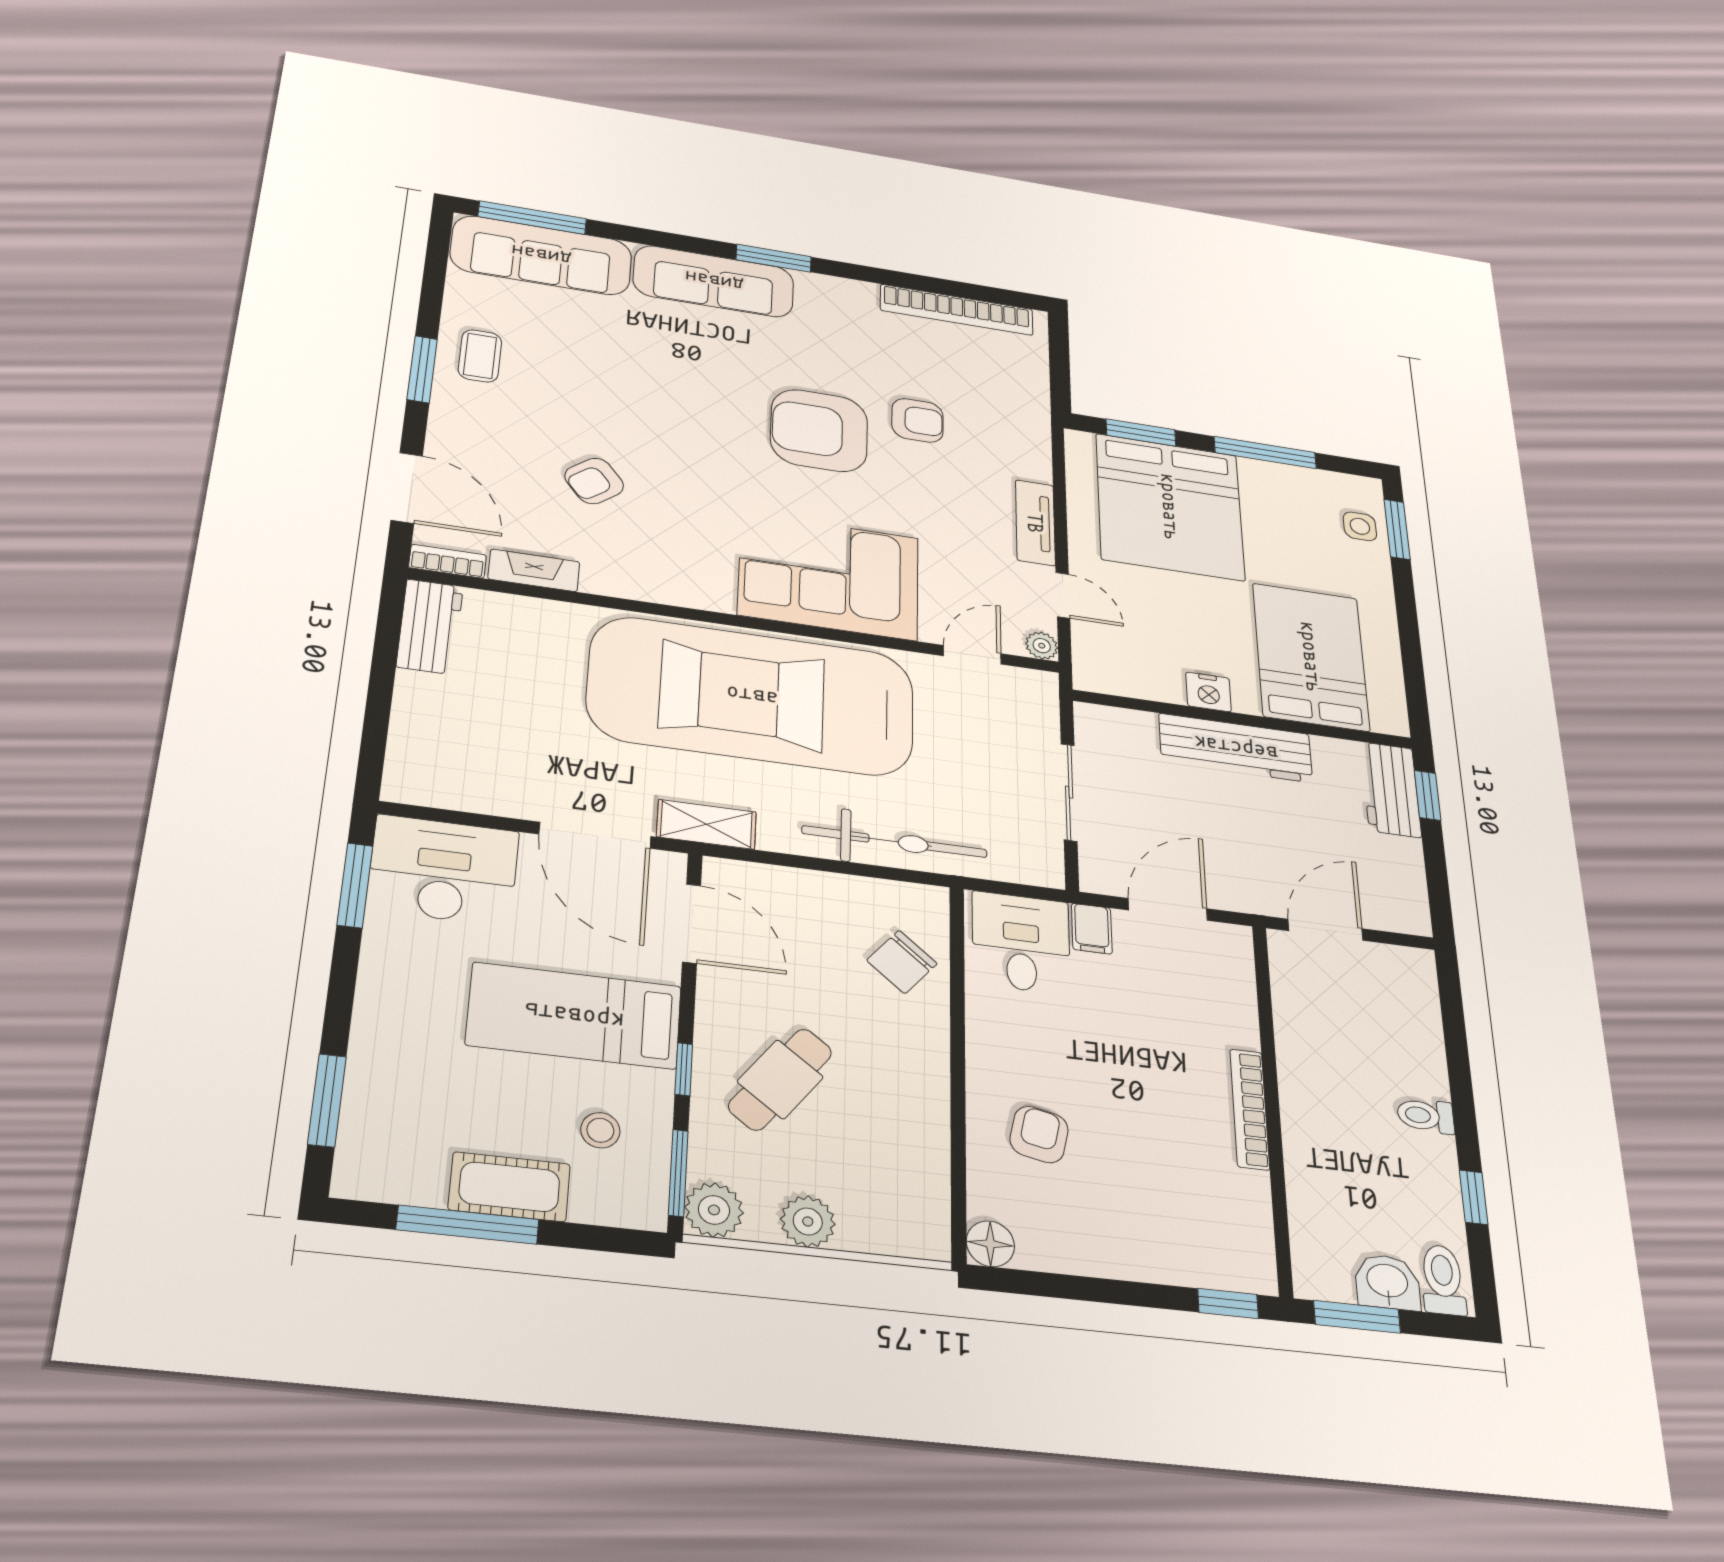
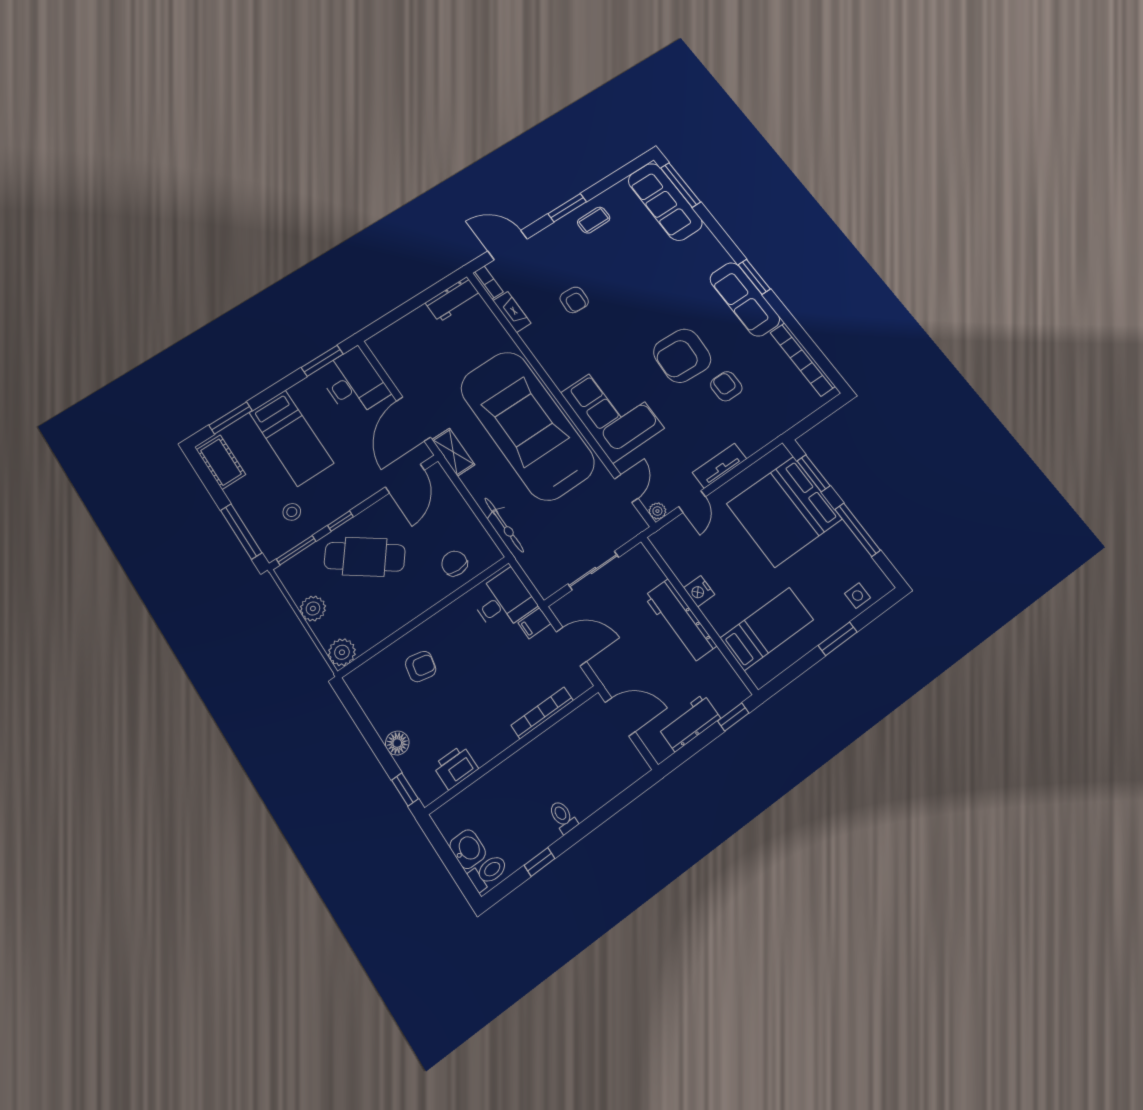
sofa: (714, 281) -> (745, 299), moved
armchair: (917, 420) -> (726, 386), turned 180
armchair: (819, 430) -> (682, 356), turned -87
armchair: (594, 481) -> (574, 300), turned -139
door: (407, 488) -> (508, 245), swing flipped
window: (1397, 529) -> (838, 639), moved
door: (972, 655) -> (626, 489), hinge flipped
bed: (1311, 657) -> (767, 629), width x0.67
workbench: (1391, 789) -> (689, 723), moved
bicycle: (895, 842) -> (504, 525), width x0.73, depth x0.71
chair: (902, 962) -> (454, 563), turned 50
bed: (574, 1016) -> (291, 438), moved, turned 180
cafe table: (780, 1079) -> (365, 557), width x1.37, depth x1.35
bookcase: (1250, 1109) -> (542, 713), moved
cot: (509, 1187) -> (221, 462), moved
printer: (1244, 1204) -> (456, 767), added
plant: (714, 1210) -> (342, 652), moved
window: (468, 1225) -> (241, 532), moved
floor lamp: (990, 1244) -> (397, 743), moved
window: (1357, 1317) -> (441, 846), removed

